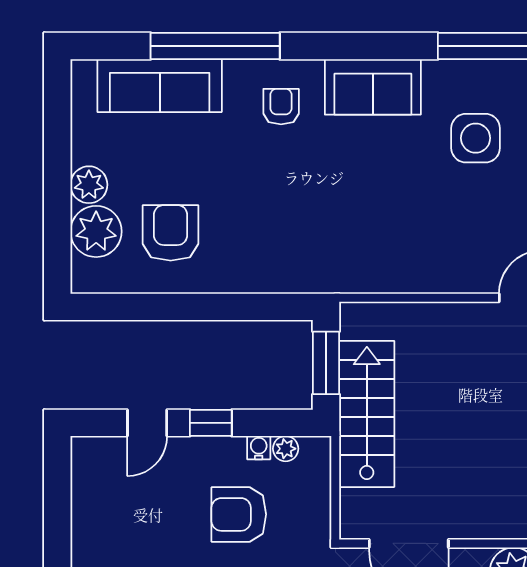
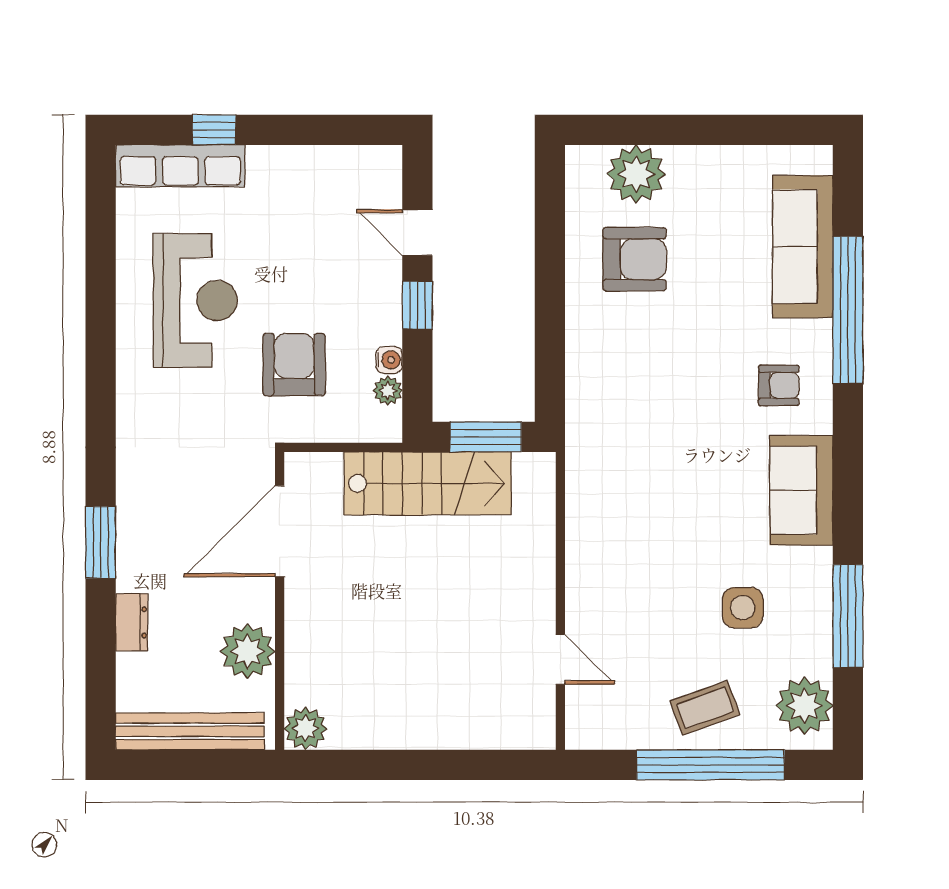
side table: (476, 138) -> (743, 608), width x0.73, depth x0.73
plant: (89, 185) -> (689, 166), removed
armchair: (239, 514) -> (294, 365), moved

